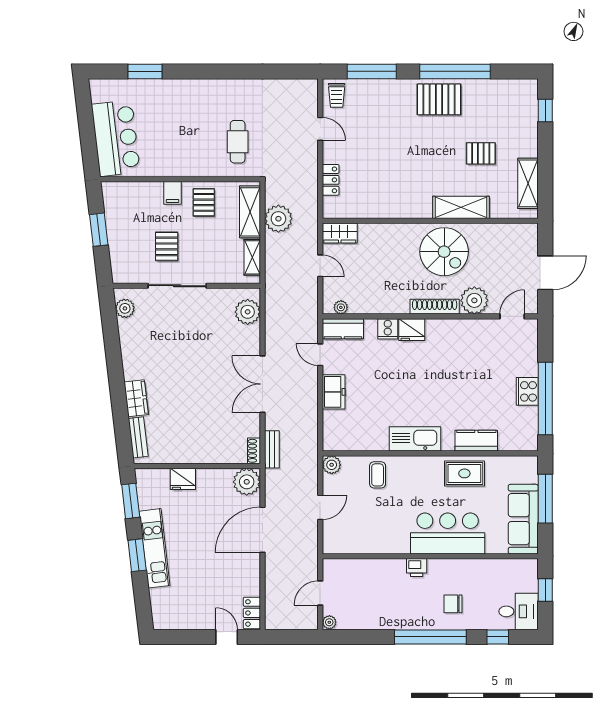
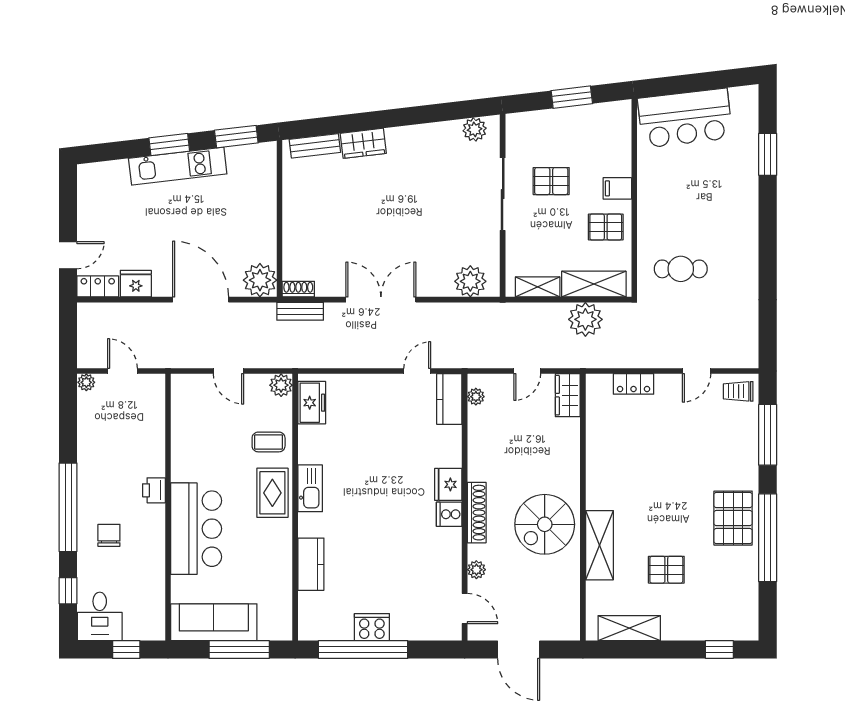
pallet: (481, 153) -> (666, 570), turned 90
plant: (474, 300) -> (476, 570), width x0.53, depth x0.53
cooker: (388, 329) -> (449, 514), moved
freezer: (334, 392) -> (312, 403), moved, turned -90
kitchen sink: (415, 439) -> (310, 488), width x0.73, depth x0.81
rug: (464, 473) -> (272, 493), moved
fridge: (183, 479) -> (136, 284), moved, turned 90

